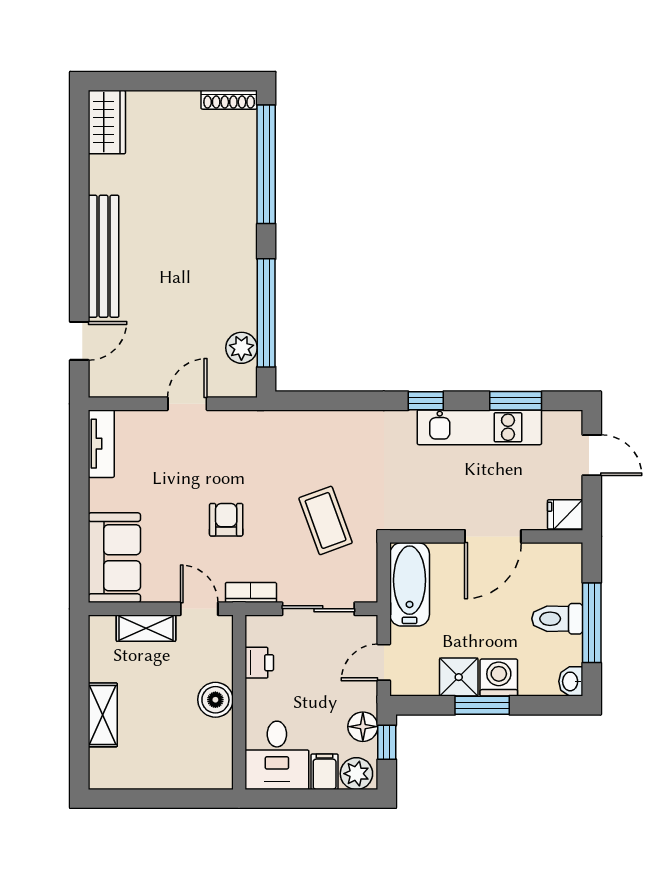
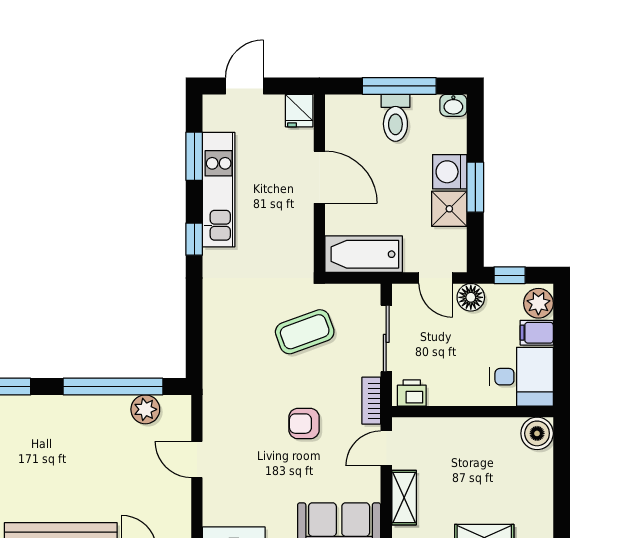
printer: (259, 663) -> (412, 393), moved
boiler: (215, 700) -> (537, 433), moved
floor lamp: (363, 727) -> (471, 297), moved

